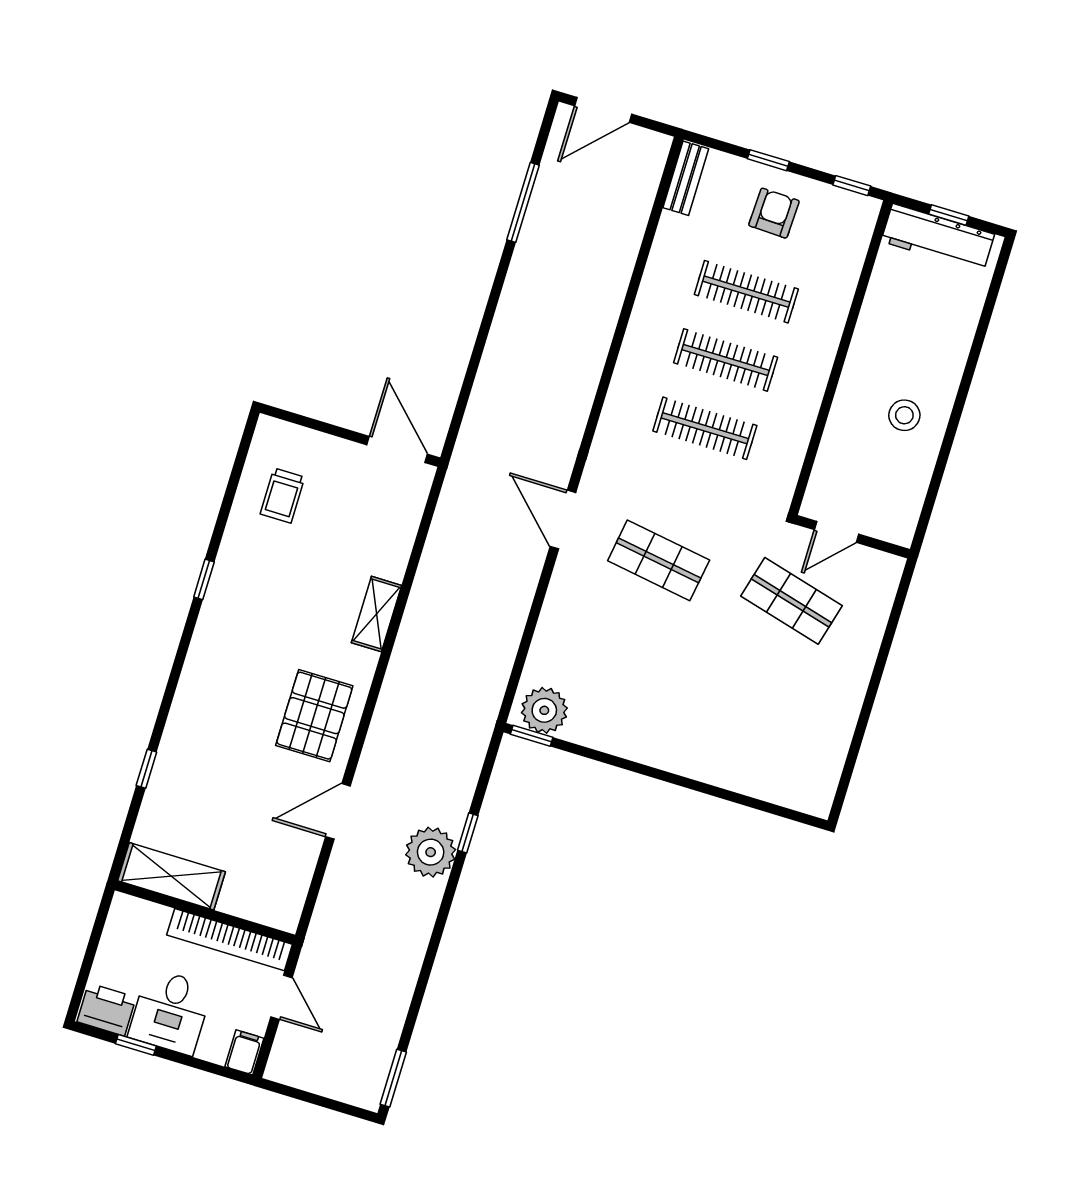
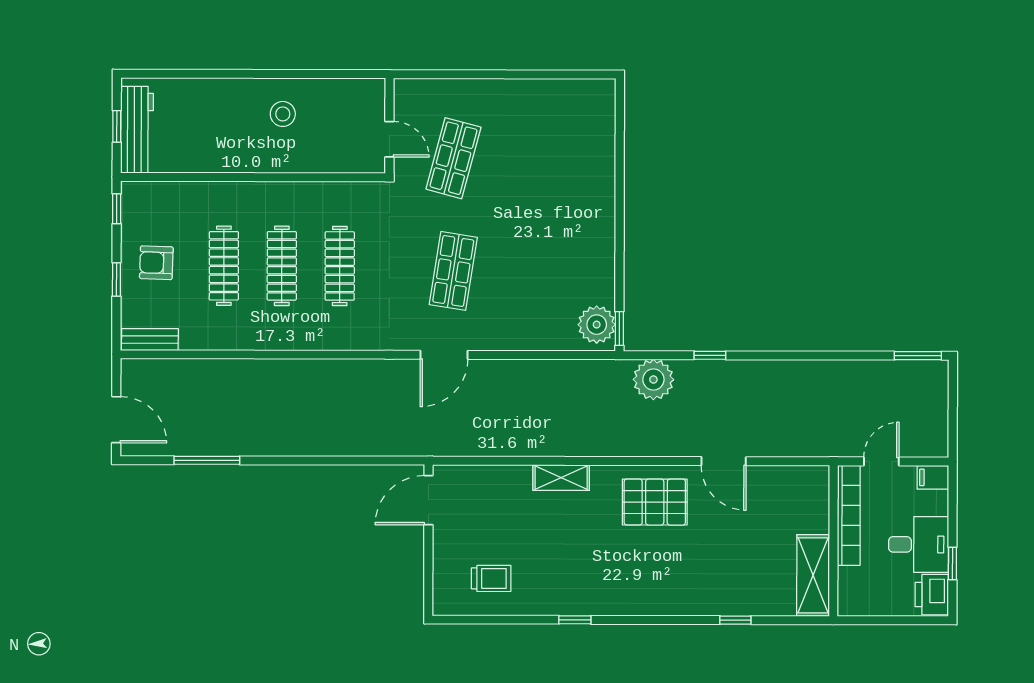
plant: (431, 852) -> (653, 380), moved

